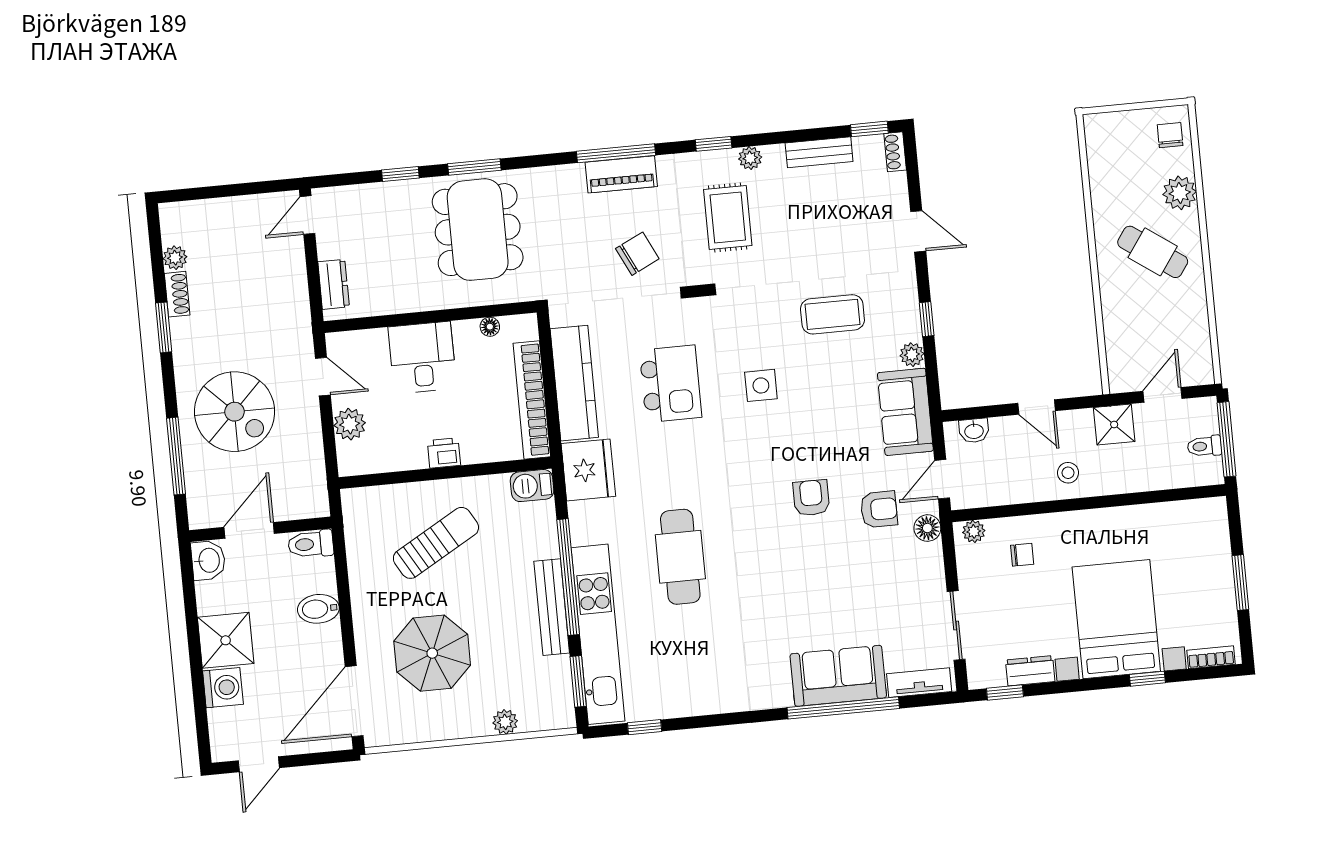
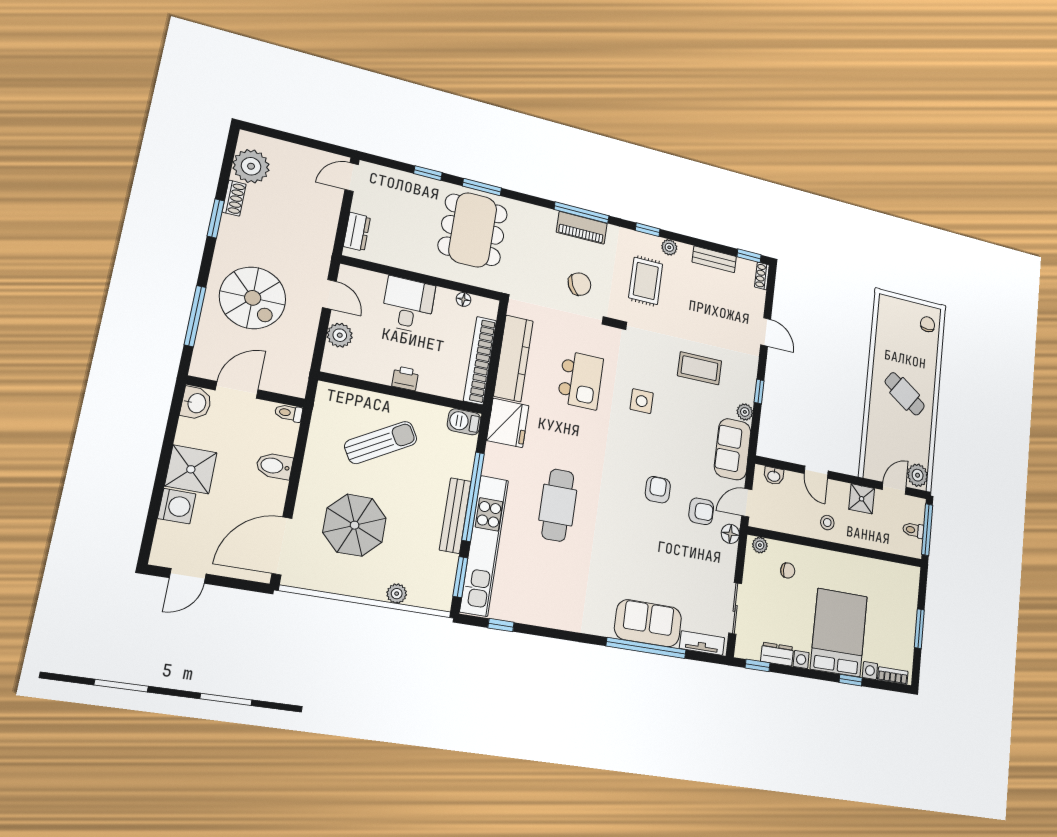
plant: (1180, 193) -> (918, 475), moved
plant: (175, 258) -> (251, 166), width x1.88, depth x1.88
toilet: (311, 544) -> (289, 413), width x0.73, depth x0.72

